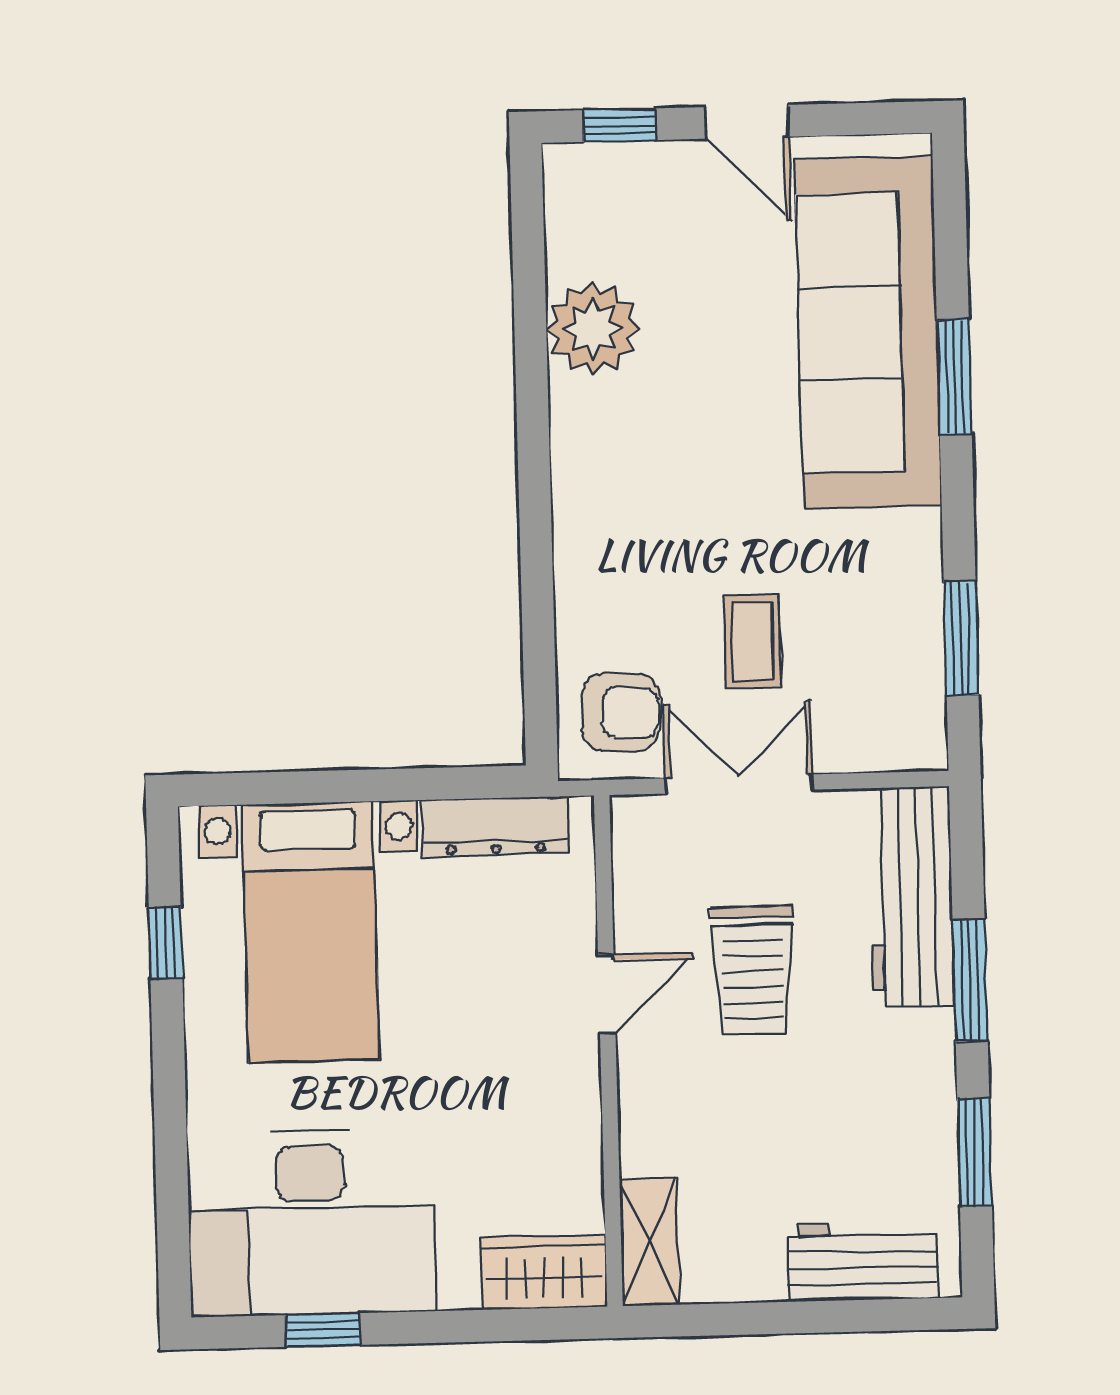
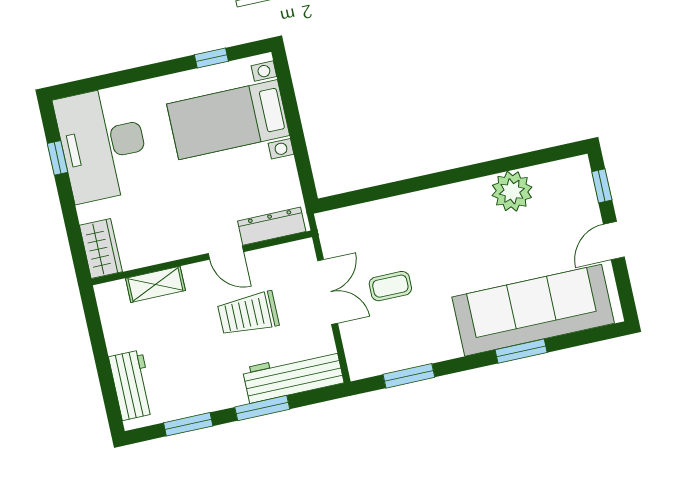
armchair: (621, 712) -> (349, 235), removed
dresser: (495, 827) -> (272, 226), moved, turned 90
shelving: (649, 1242) -> (155, 284), moved

